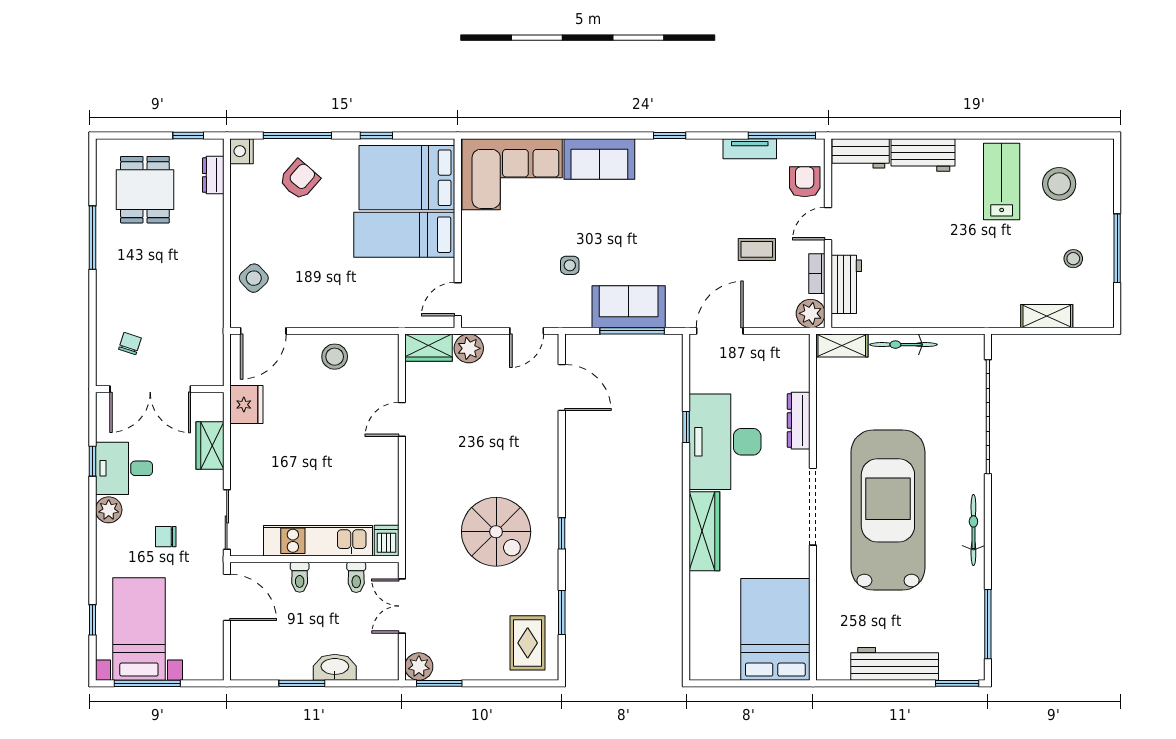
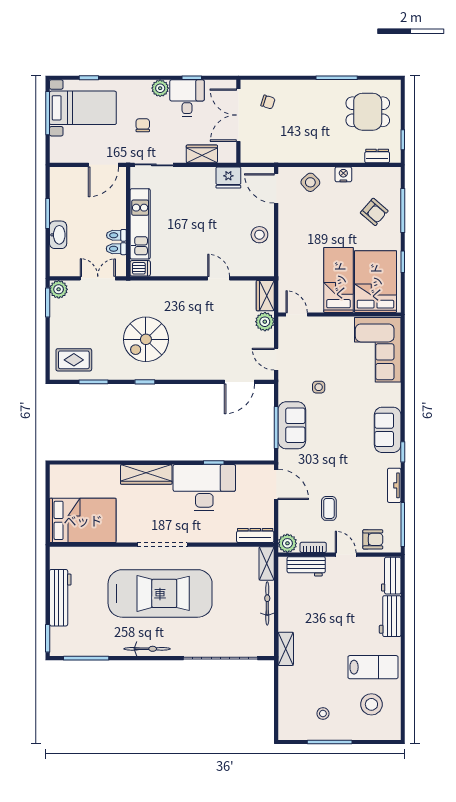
tv unit: (750, 149) -> (394, 485), moved
nightstand: (242, 151) -> (343, 174), moved
sofa: (599, 159) -> (388, 430), moved
shelving: (1047, 316) -> (286, 649), moved
dresser: (799, 421) -> (255, 535), moved
toilet: (300, 577) -> (116, 235), moved

